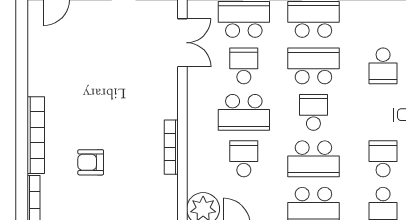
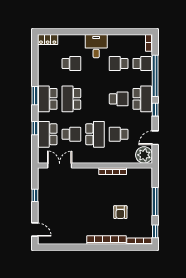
school desk: (244, 66) -> (71, 134), turned 180
school desk: (313, 112) -> (95, 99), removed
school desk: (313, 159) -> (119, 99), width x0.54

